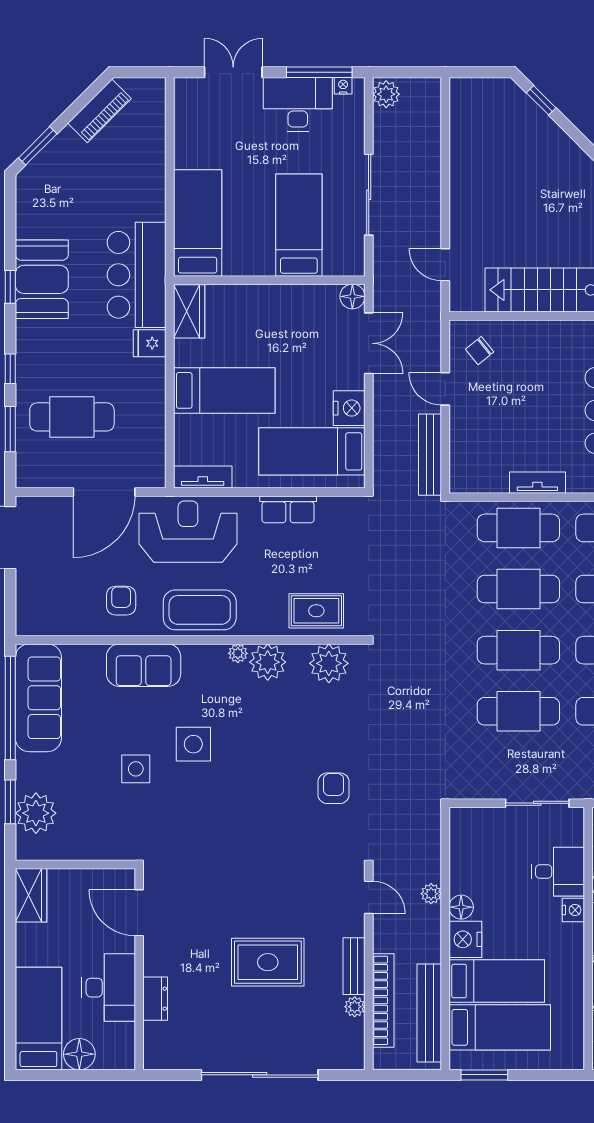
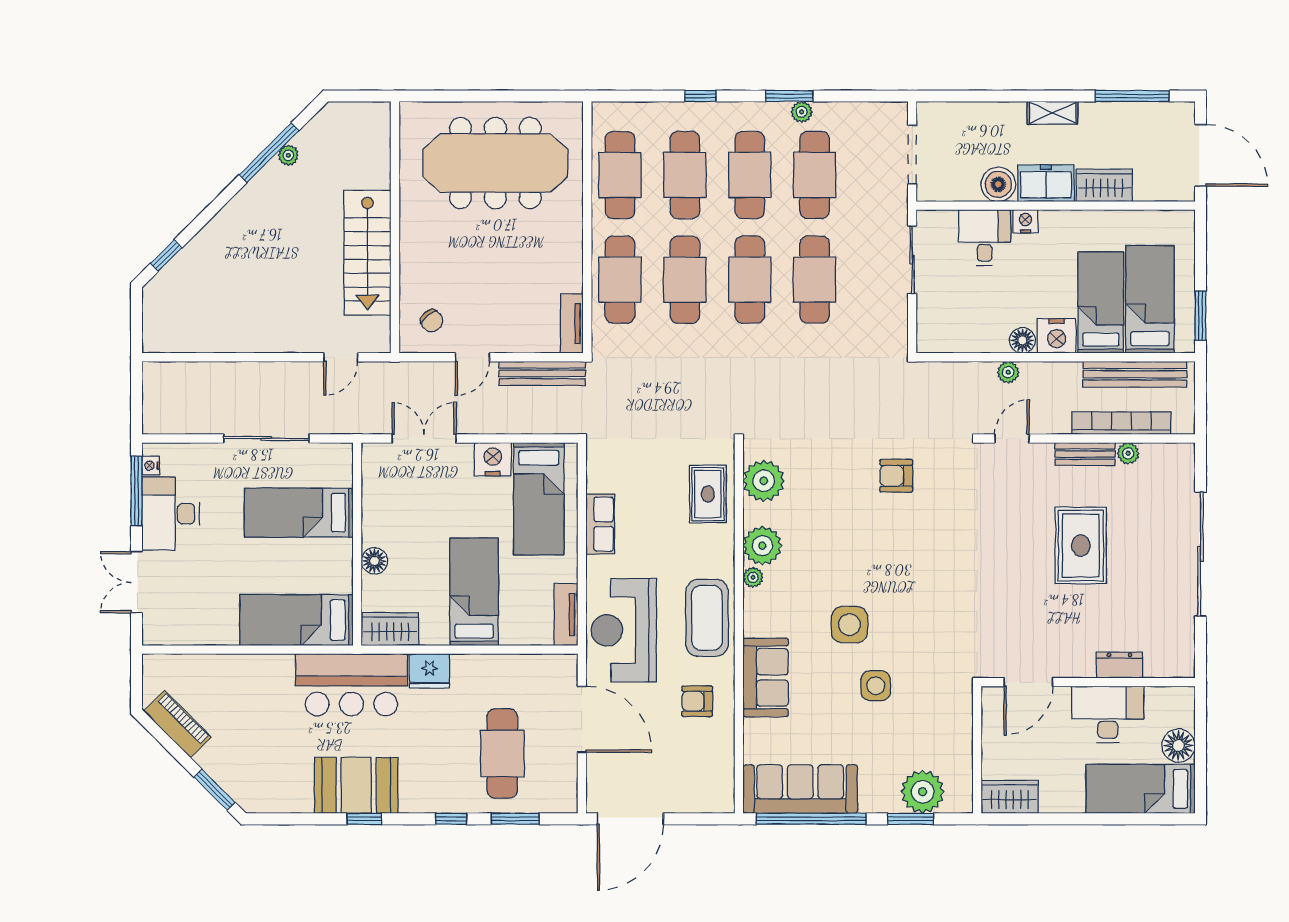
plant: (386, 94) -> (160, 420), removed
floor lamp: (352, 296) -> (374, 561), moved
fridge: (150, 343) -> (430, 671), width x1.38
tv unit: (537, 483) -> (572, 324), moved

